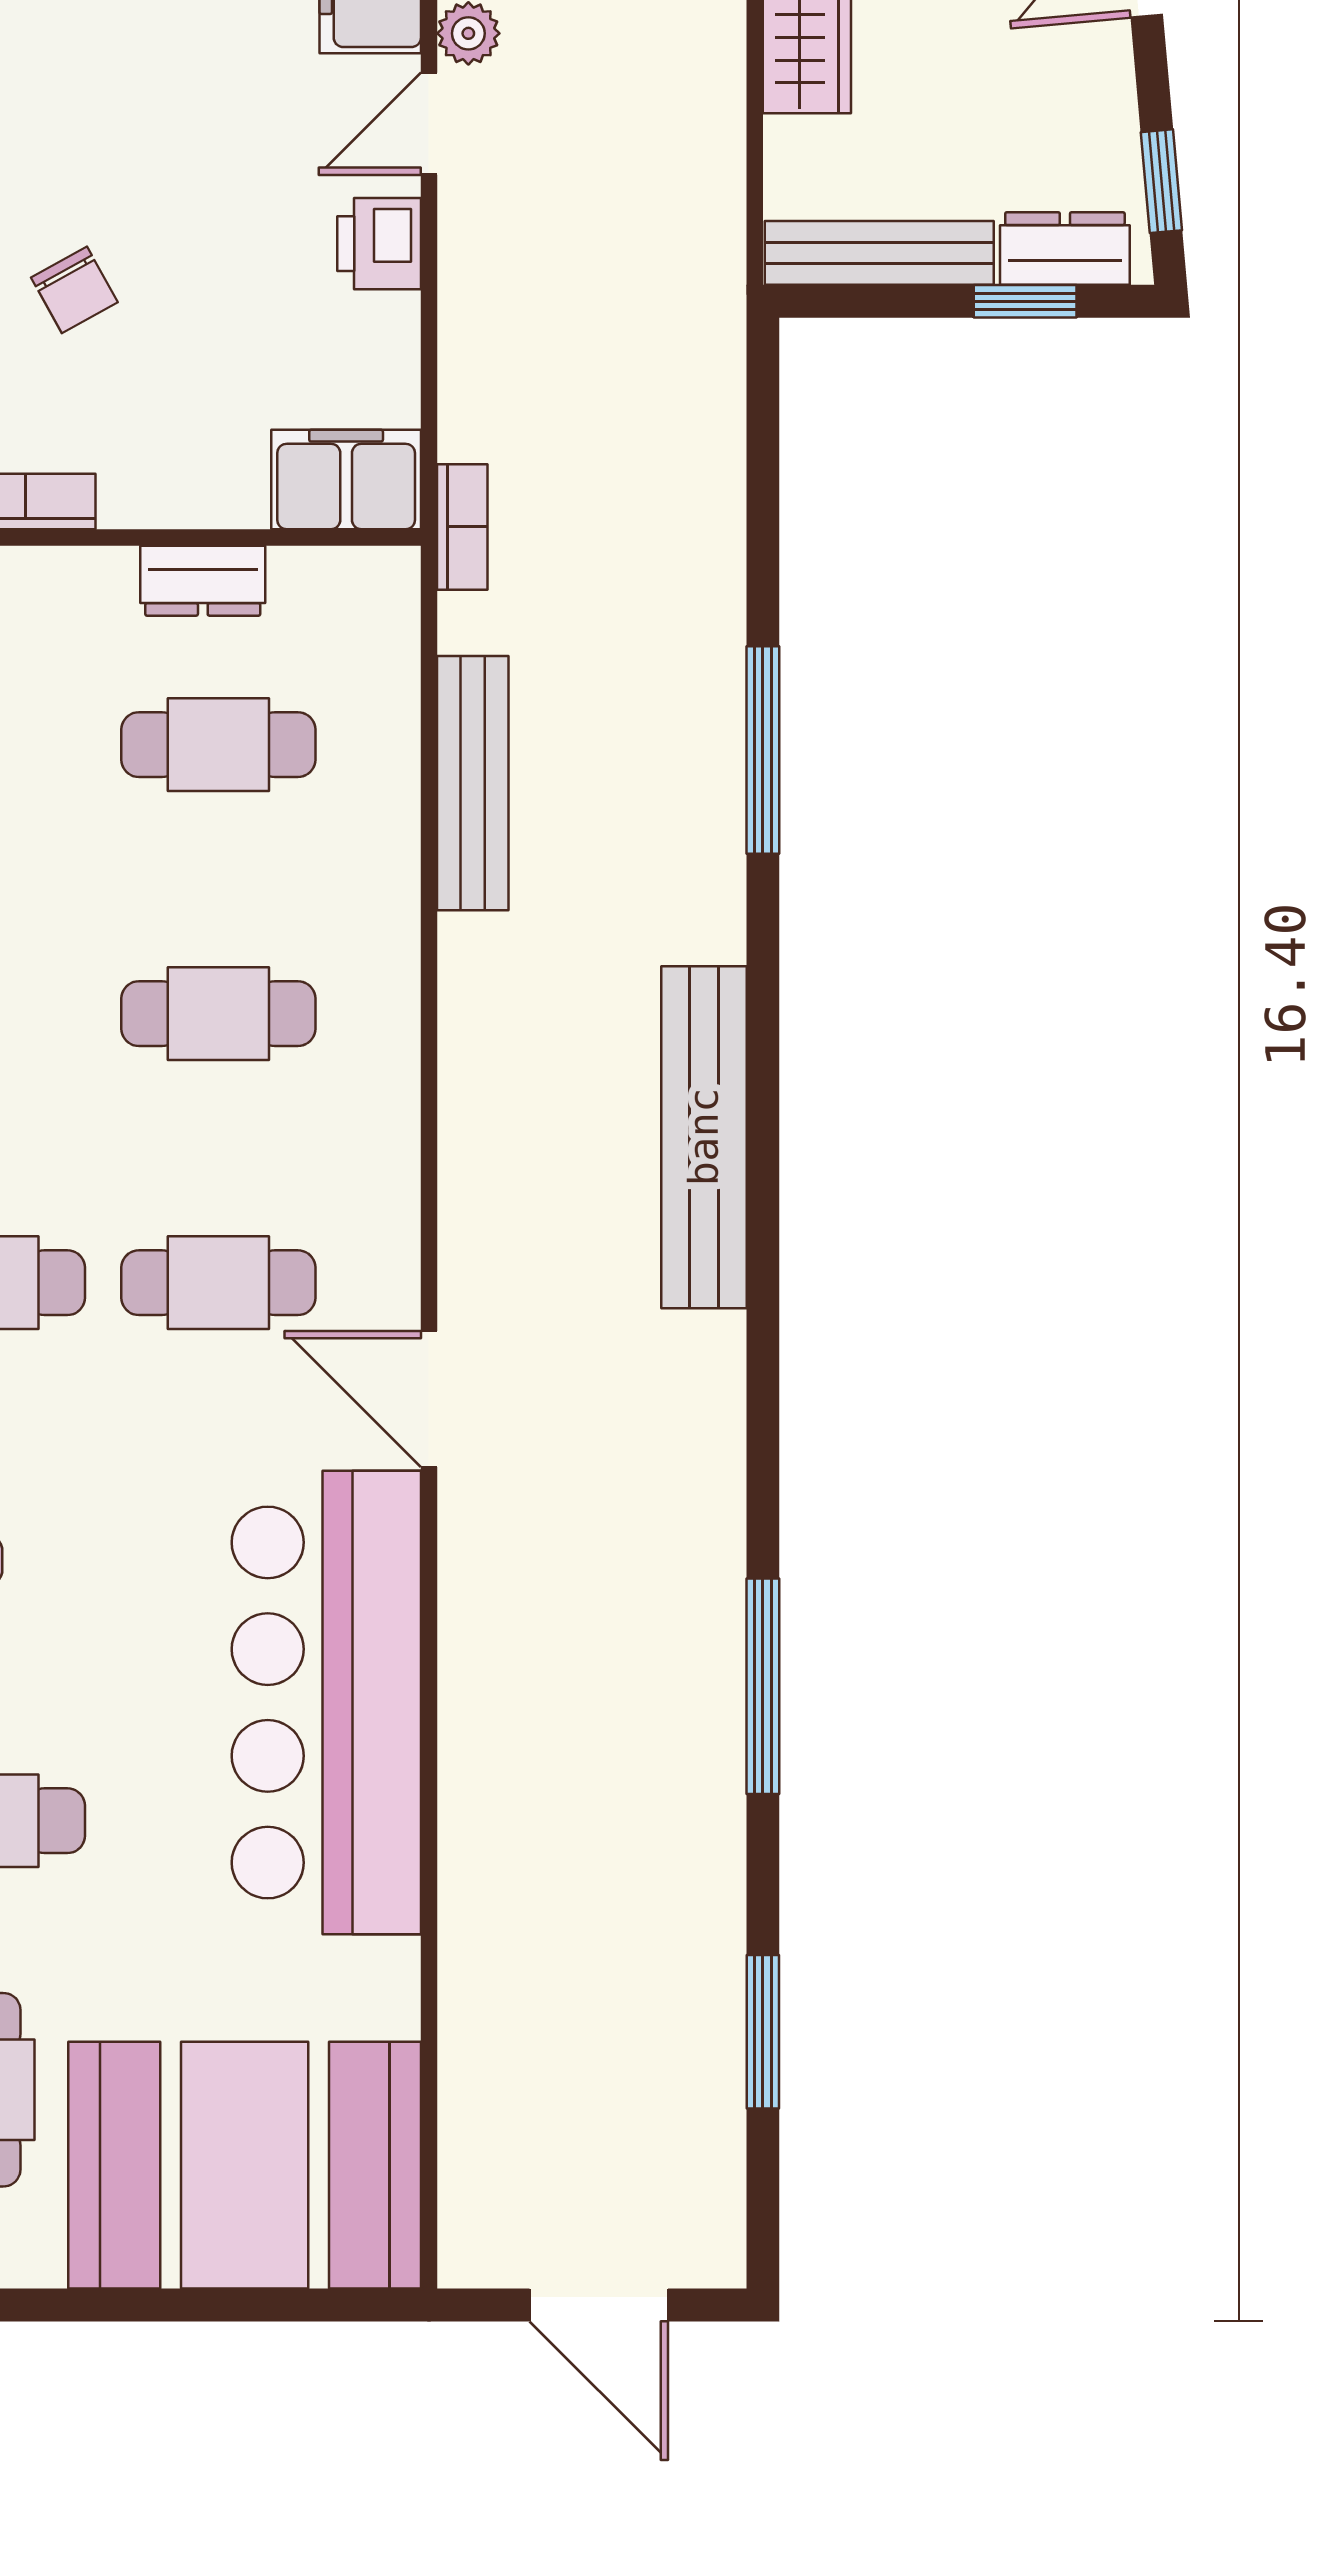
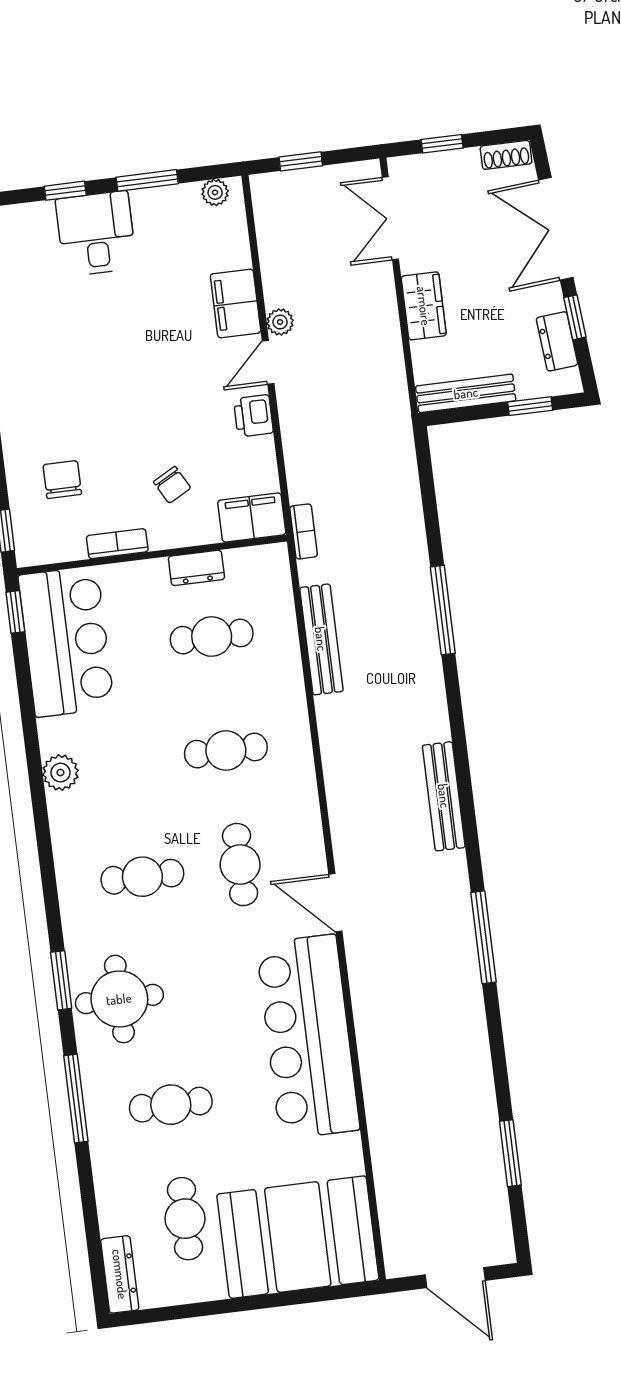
window: (1161, 181) -> (575, 317), moved
dresser: (1065, 248) -> (557, 341), moved, turned -95
chair: (74, 290) -> (172, 485), moved
bench: (704, 1137) -> (444, 796), width x0.73, depth x0.82
cafe table: (218, 1283) -> (240, 865), turned 90
window: (763, 1686) -> (483, 937), moved

